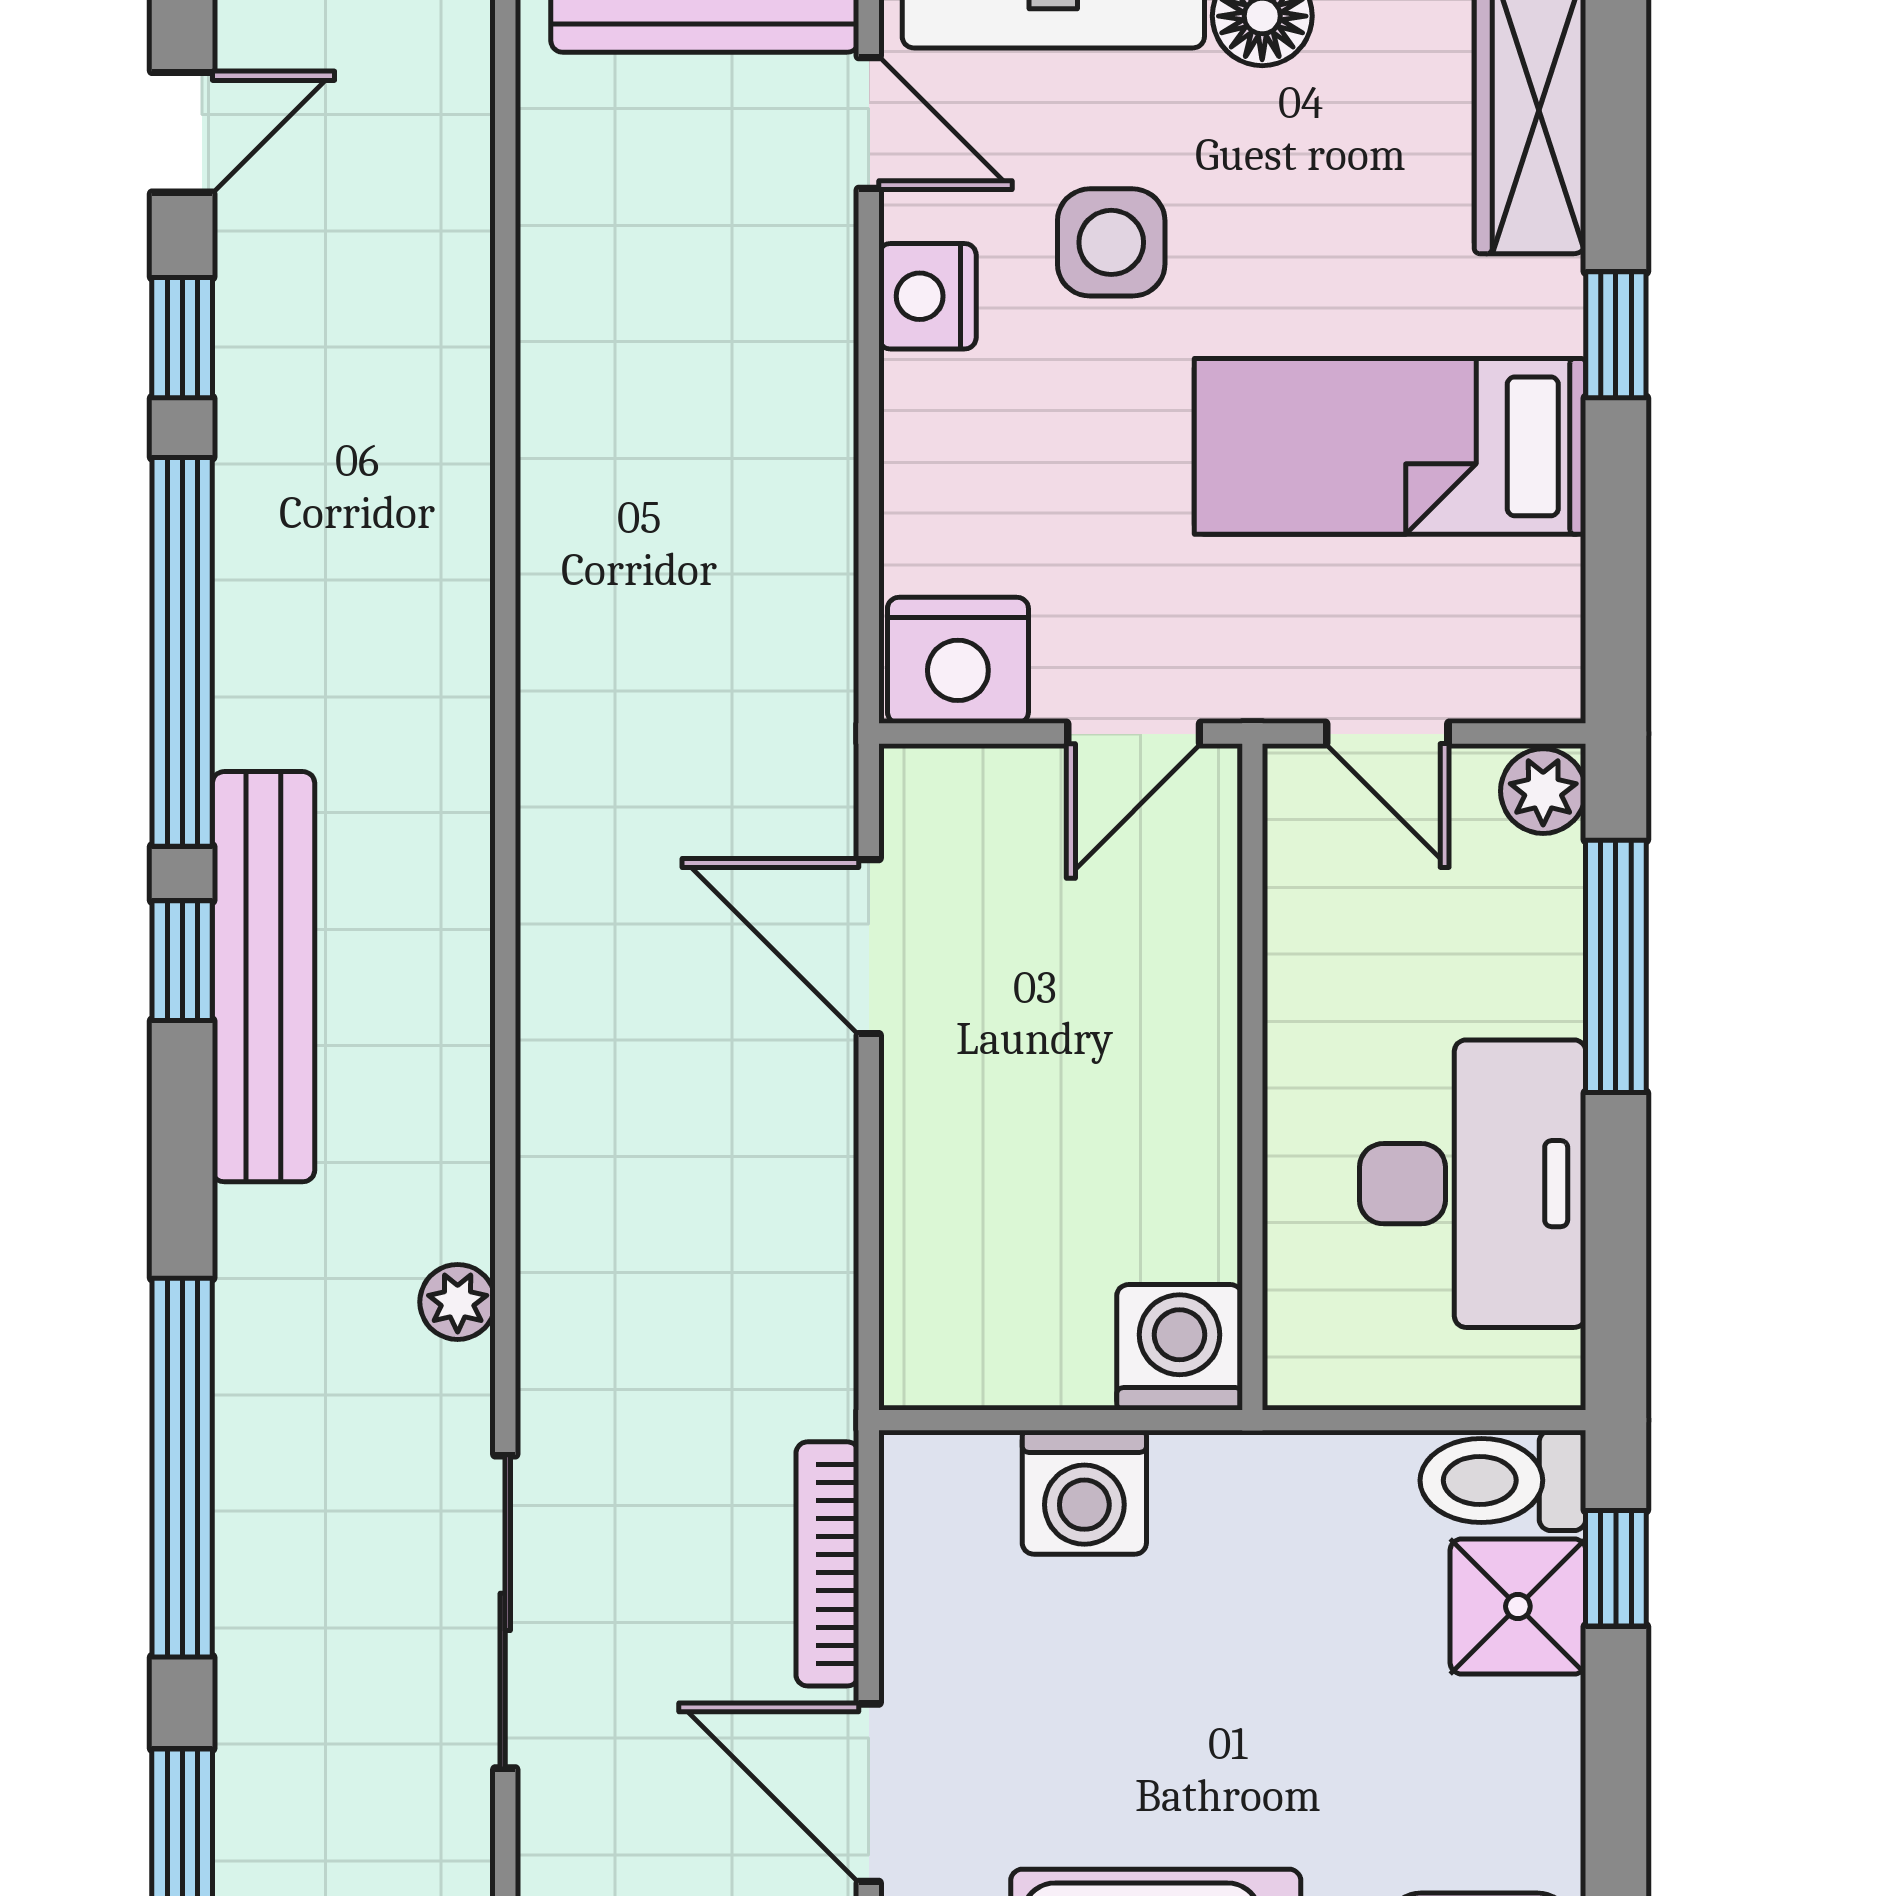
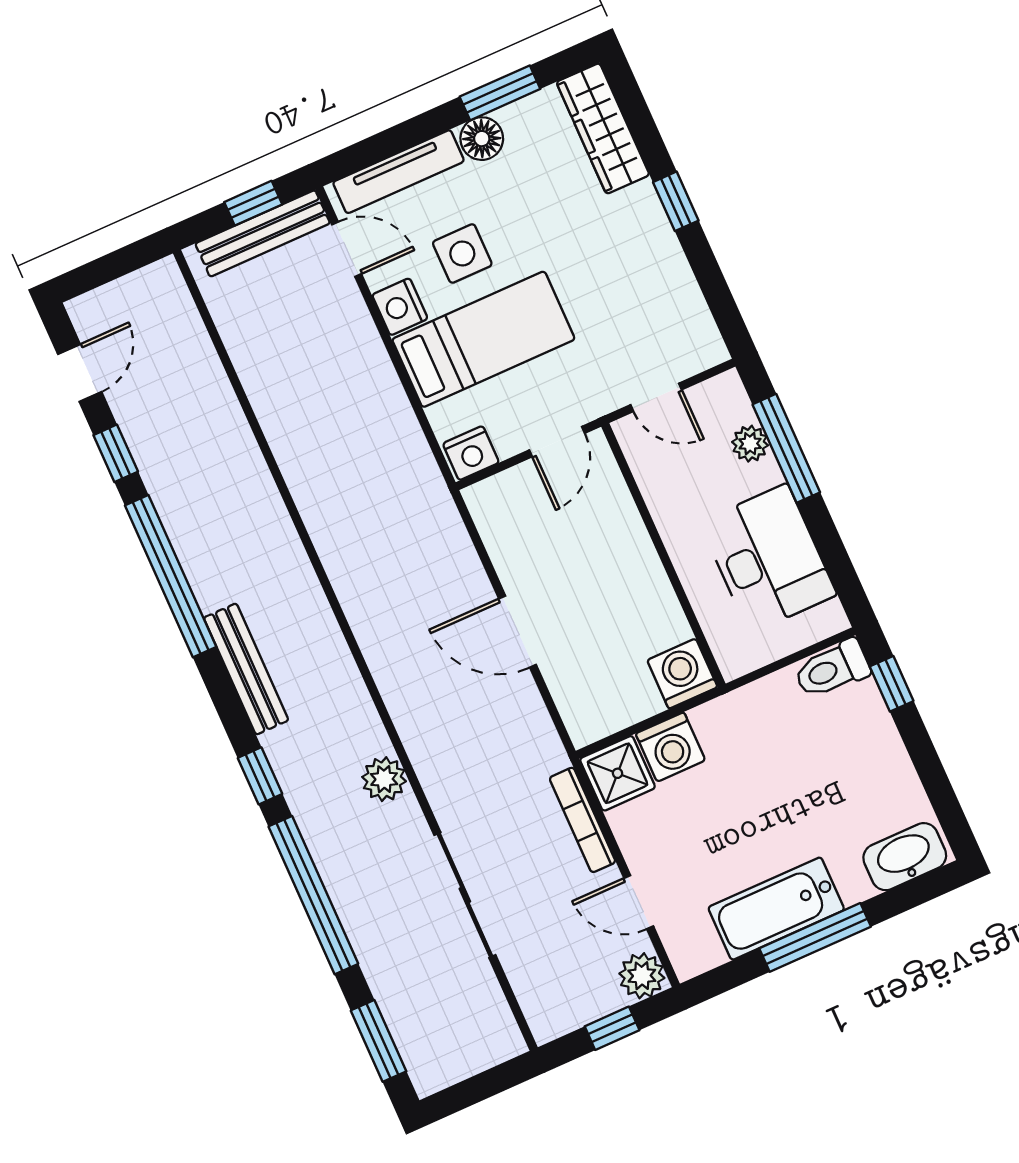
bed: (1390, 446) -> (483, 339), moved, turned 180
nightstand: (958, 660) -> (471, 453), width x0.74, depth x0.75
plant: (1543, 791) -> (750, 444), moved
door: (869, 947) -> (518, 632), moved
window: (182, 961) -> (260, 776), moved
bench: (263, 977) -> (246, 669), width x0.73, depth x0.82
plant: (458, 1302) -> (384, 779), width x1.38, depth x1.38
shower: (1518, 1606) -> (618, 773), moved
door: (869, 1793) -> (639, 902), width x0.73

